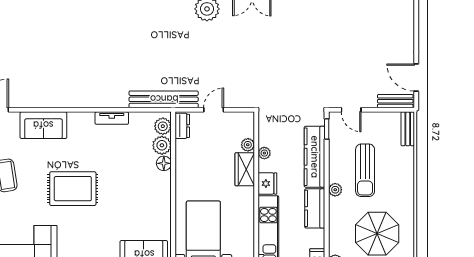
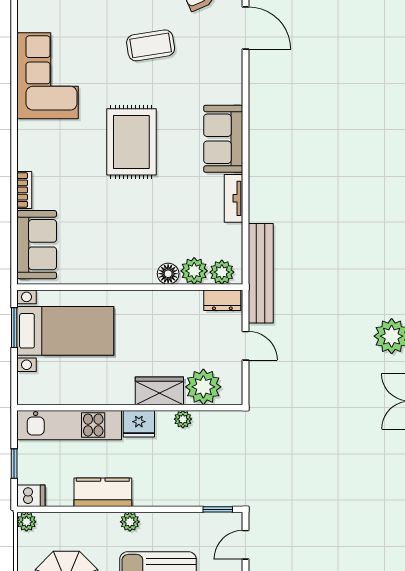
sofa: (43, 125) -> (223, 139), moved
plant: (248, 145) -> (203, 387), width x1.87, depth x1.87
kitchen counter: (315, 157) -> (178, 492), removed

